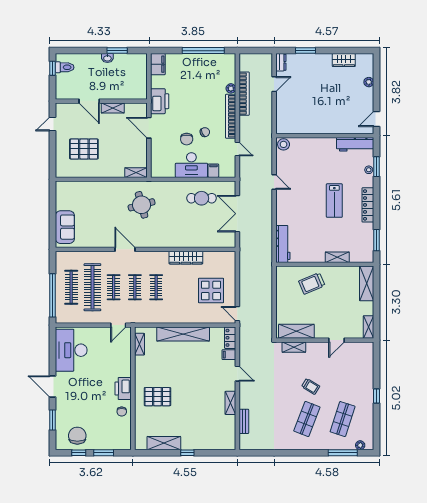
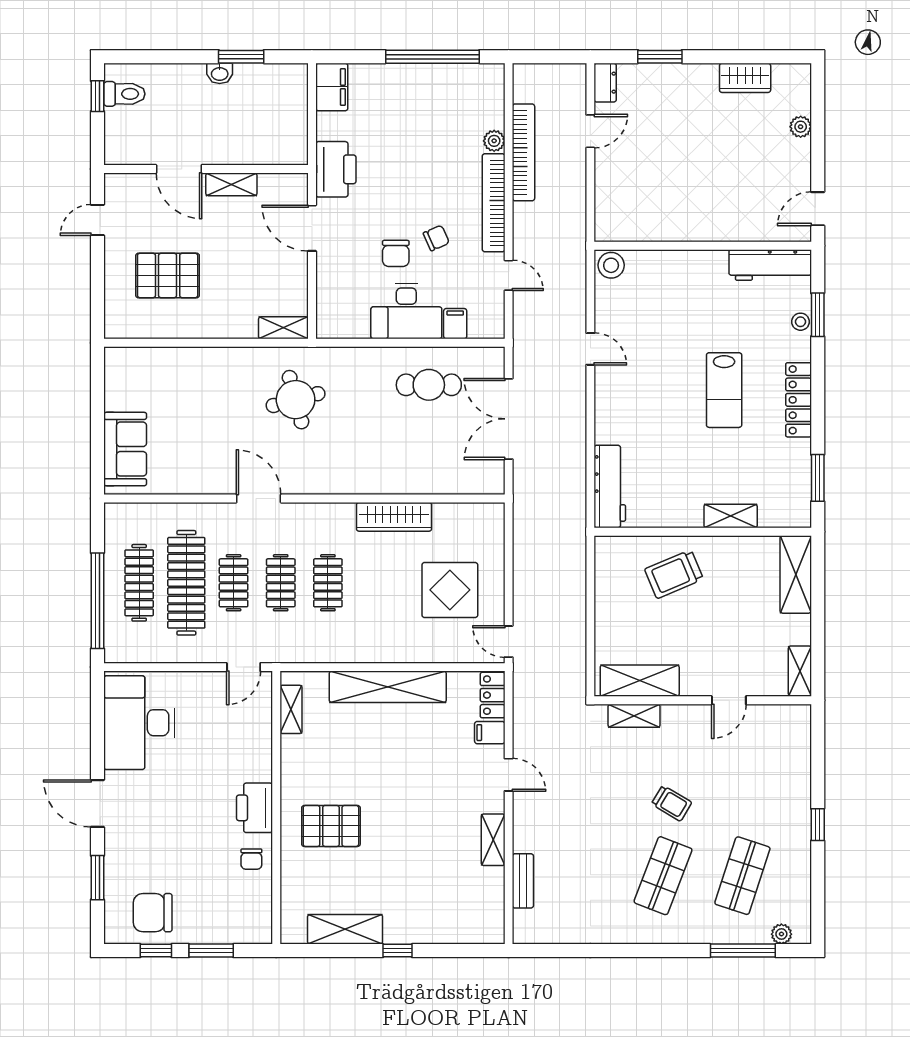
chair: (77, 436) -> (153, 913), turned -90

